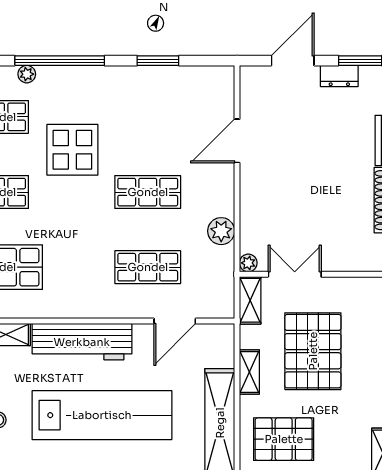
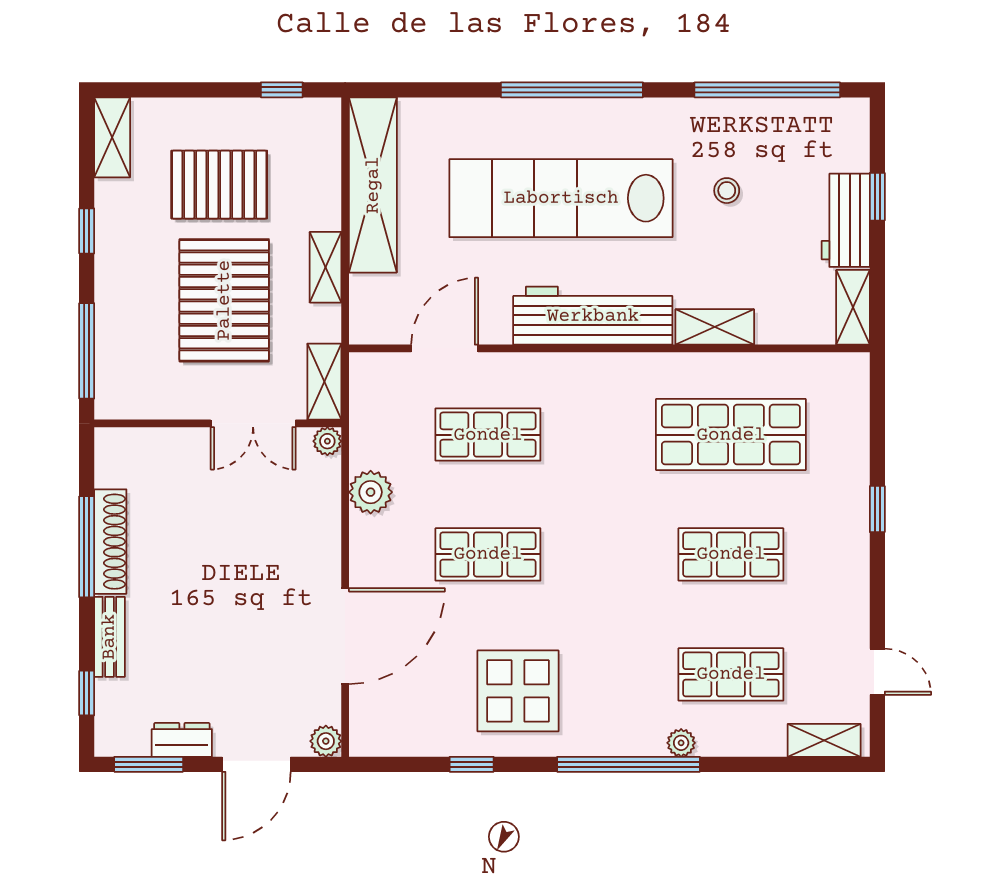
window: (158, 61) -> (472, 764), width x0.67
plant: (249, 75) -> (326, 741), added
door: (237, 141) -> (345, 636), width x1.36
display table: (72, 150) -> (518, 691), moved
pallet: (284, 439) -> (219, 185), moved

